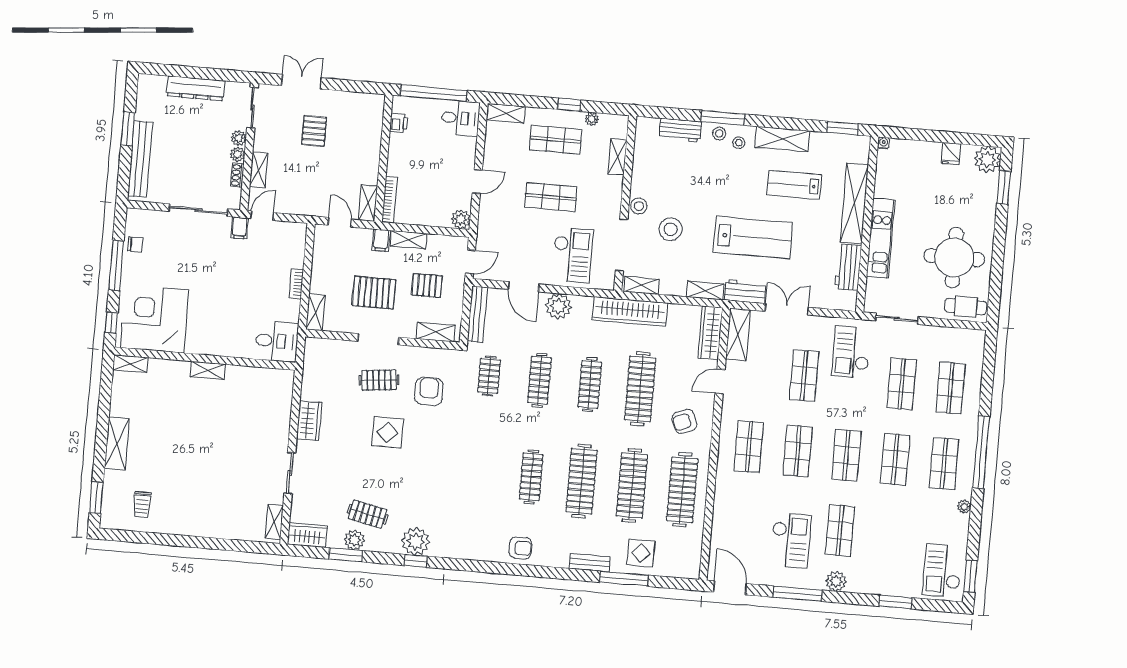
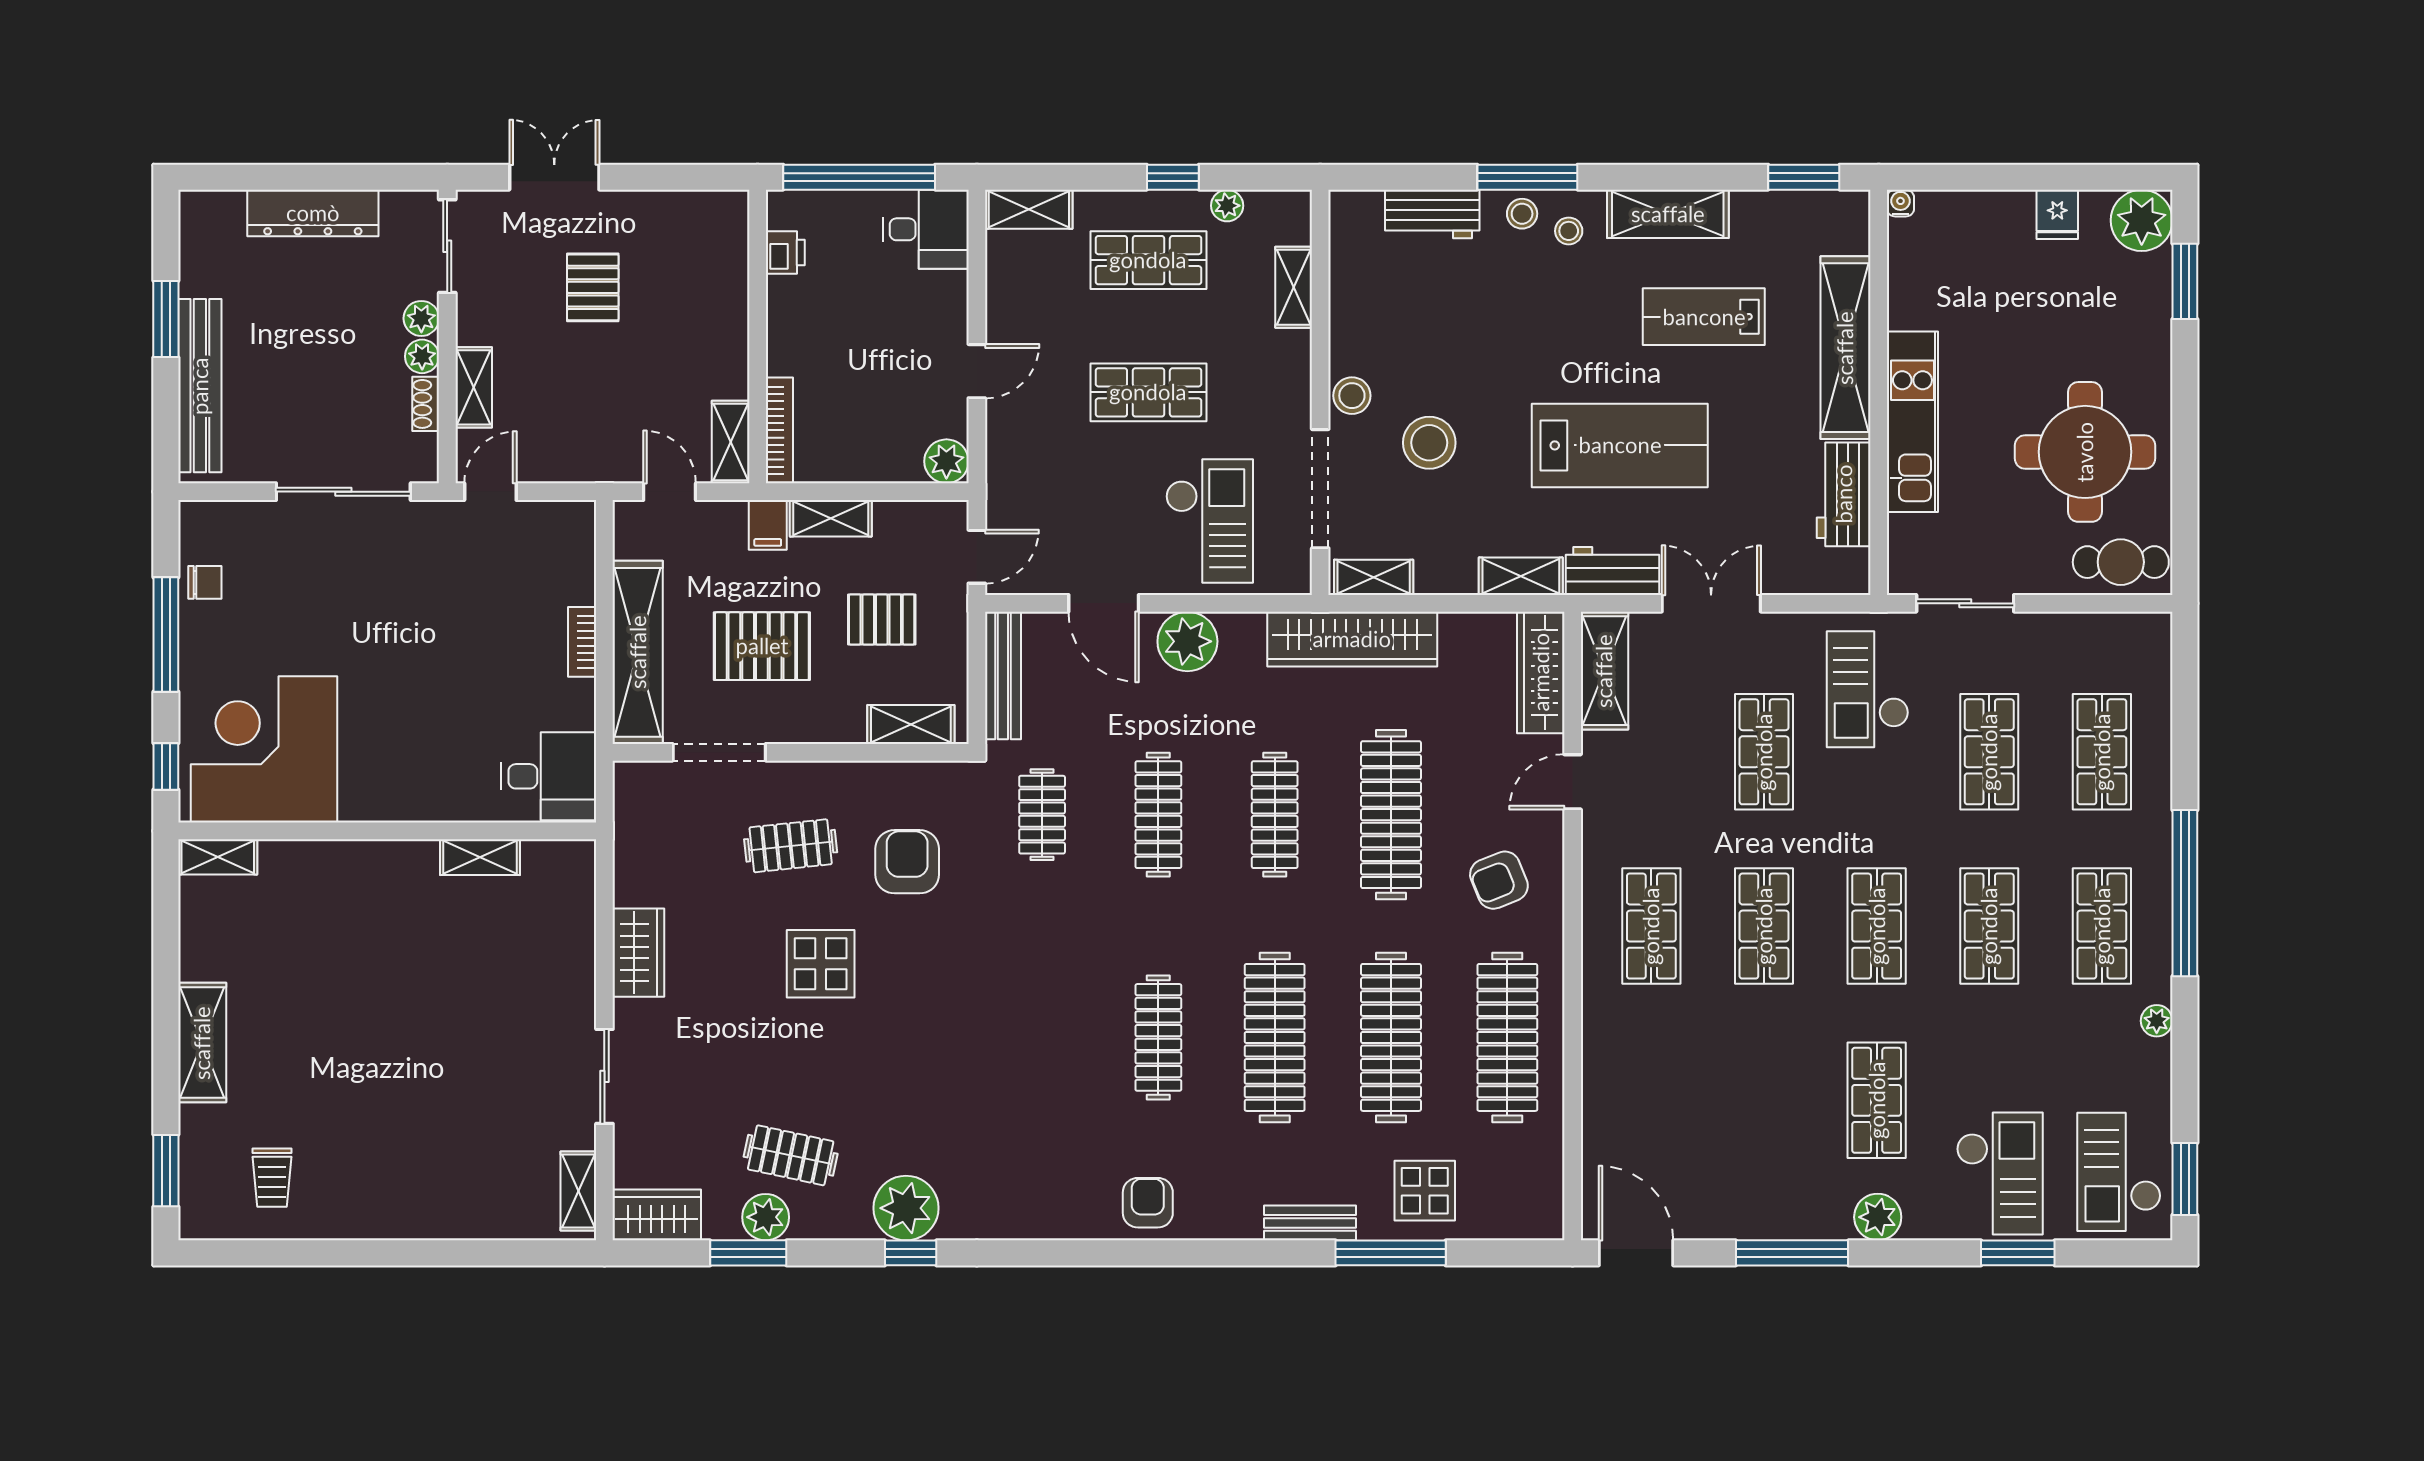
filing cabinet: (240, 228) -> (441, 524), removed
shelving: (315, 312) -> (638, 652), width x2.20, depth x1.33
doorway: (378, 339) -> (719, 752), moved
shelving: (208, 370) -> (480, 857), moved
checkout: (791, 540) -> (2000, 1173), moved
armchair: (520, 548) -> (1148, 1203), turned -90

